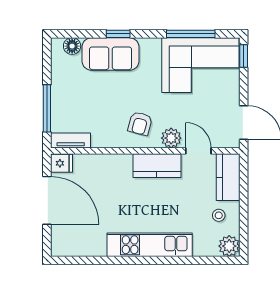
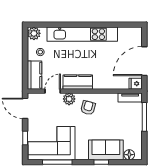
window: (244, 56) -> (25, 138), moved
door: (198, 151) -> (53, 91), swing flipped
door: (47, 200) -> (144, 61), hinge flipped
kitchen unit: (150, 245) -> (82, 34), width x1.36

